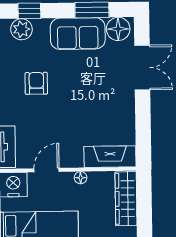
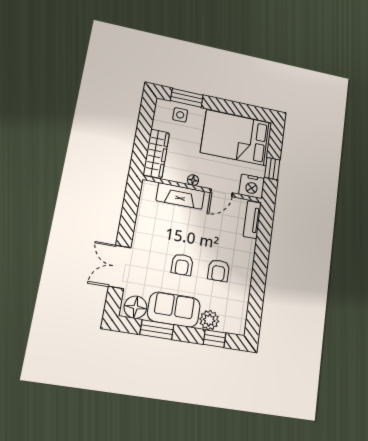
plant: (21, 29) -> (209, 320), moved
armchair: (77, 82) -> (182, 265), added
fireplace: (110, 157) -> (180, 196), moved

